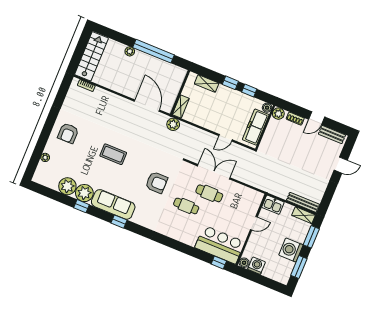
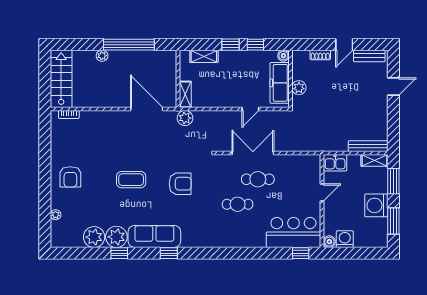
plant: (278, 114) -> (299, 88), moved
armchair: (157, 182) -> (180, 184), moved

